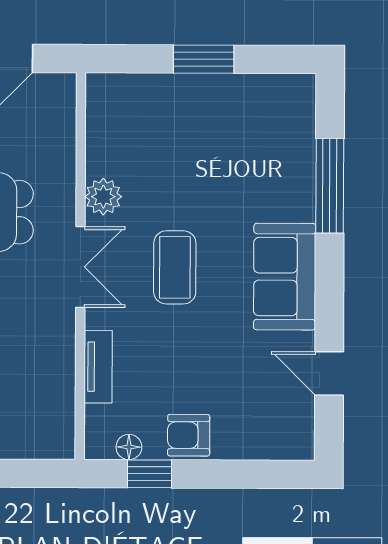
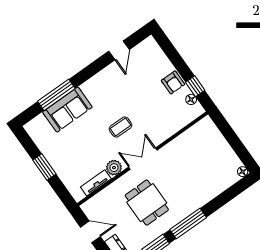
coffee table: (175, 267) -> (120, 127), width x0.73, depth x0.77
sofa: (285, 277) -> (67, 110), moved
tv unit: (98, 367) -> (96, 183), moved

